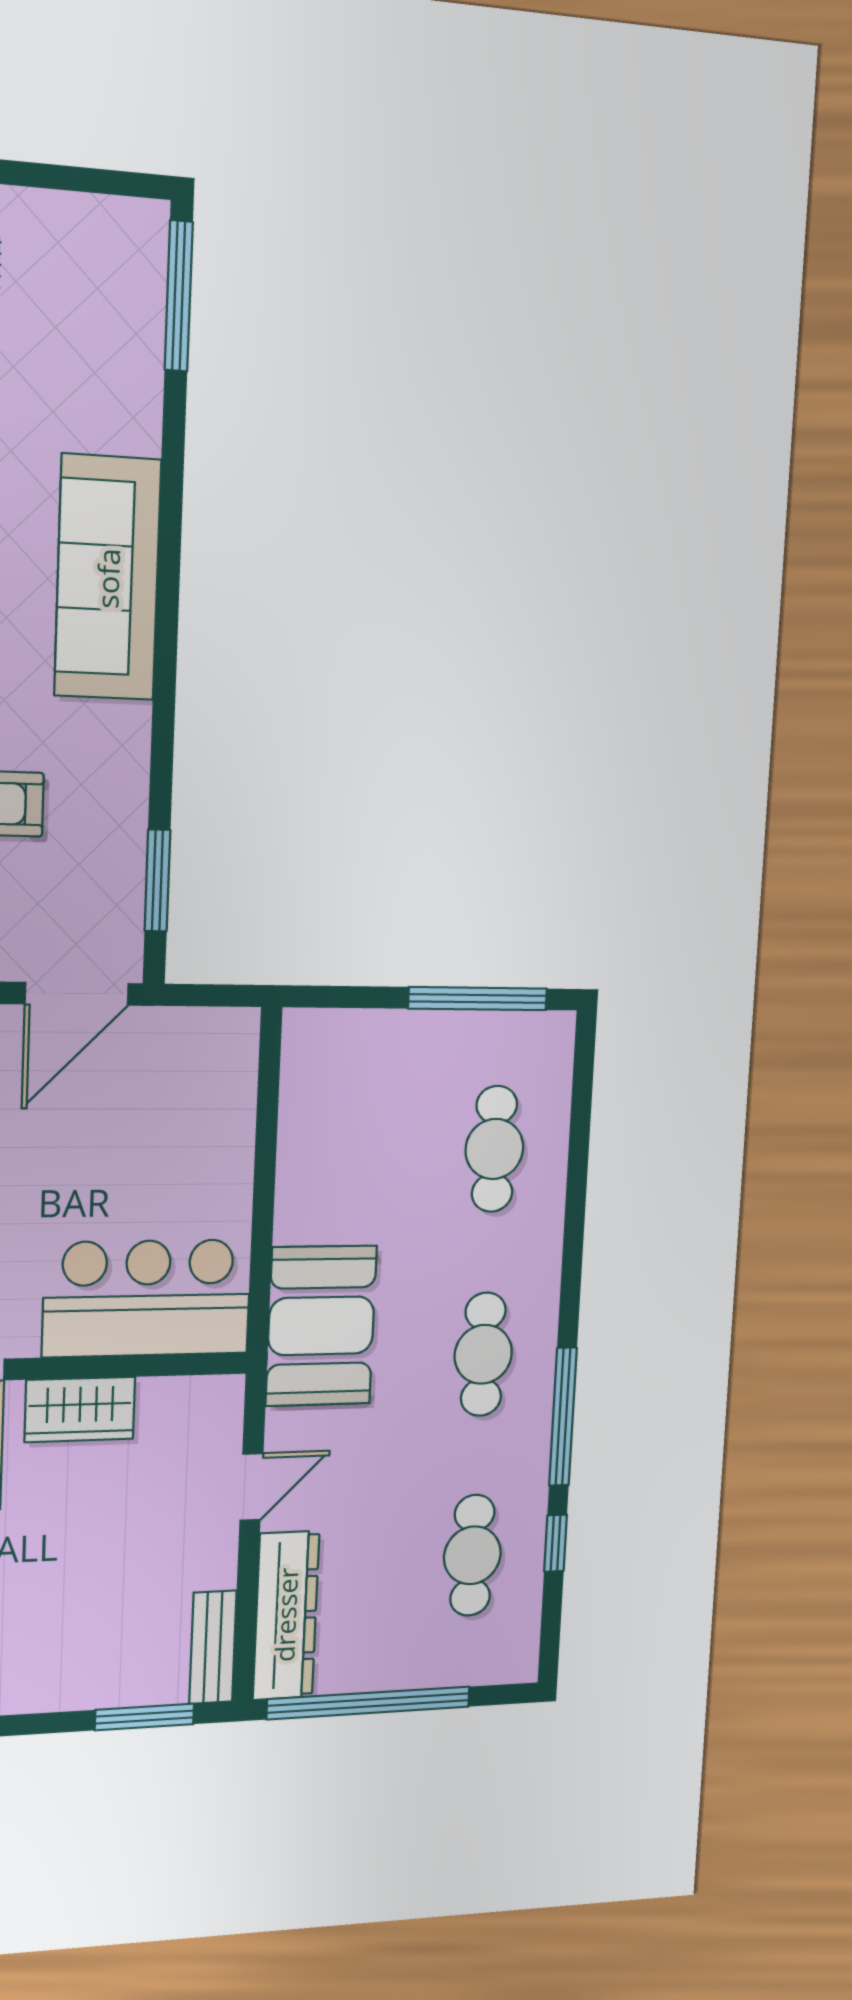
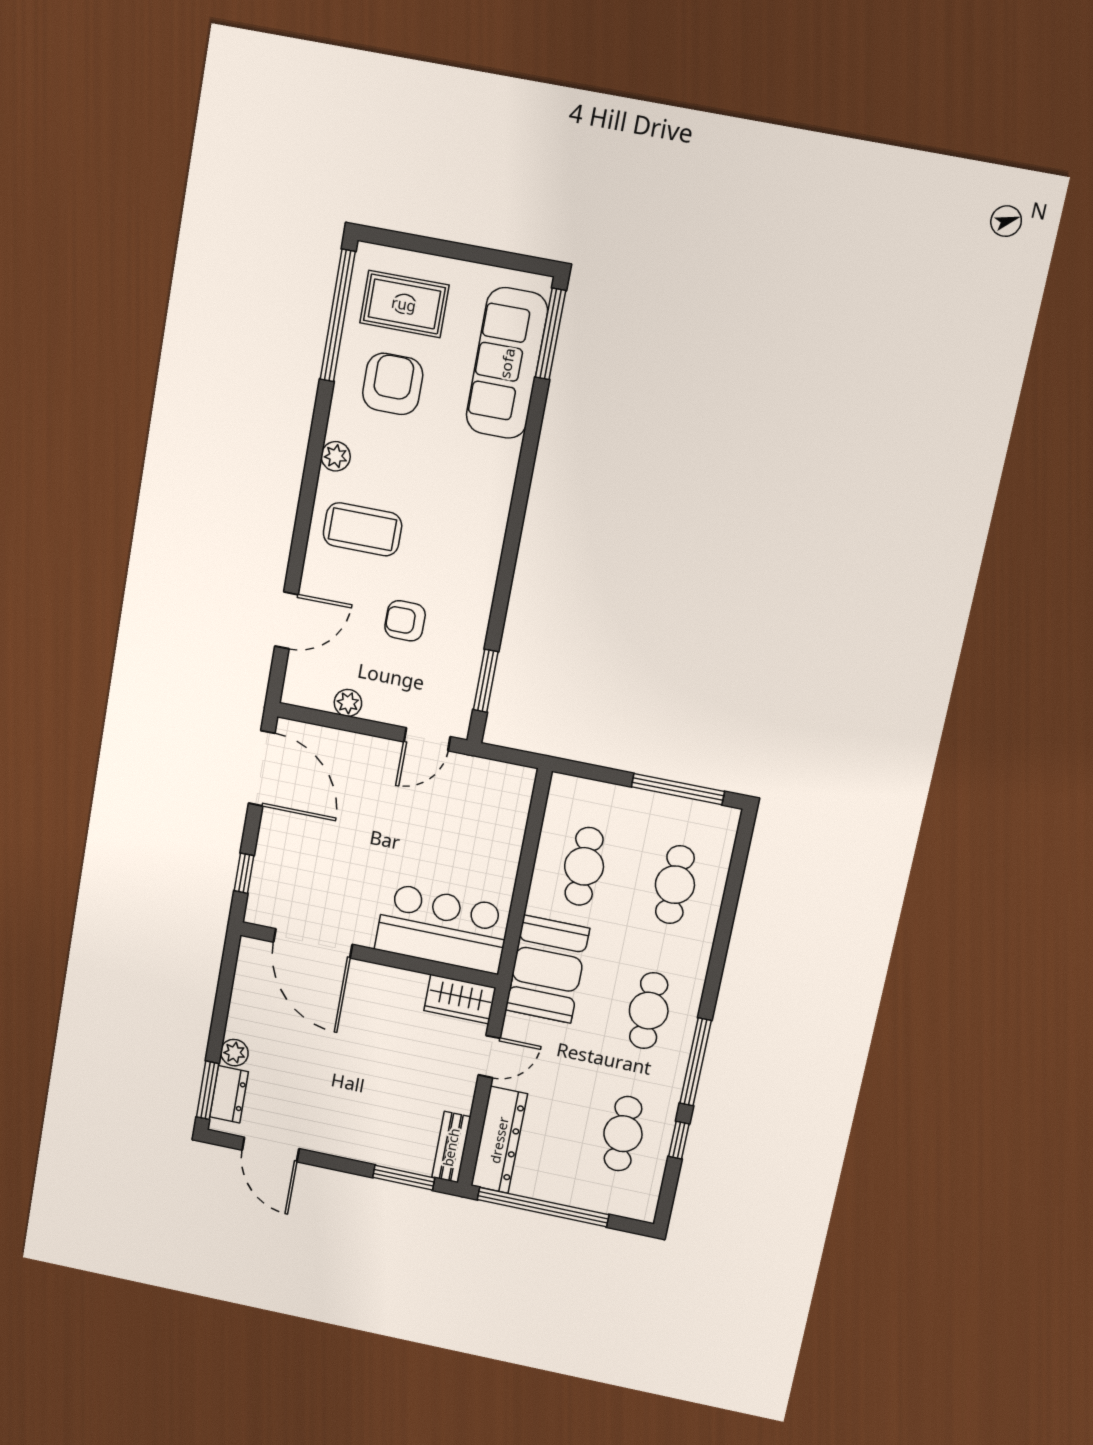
sofa: (108, 578) -> (507, 363), moved
door: (77, 994) -> (427, 739), width x0.73
cafe table: (354, 1150) -> (584, 866), added
wardrobe: (80, 1409) -> (460, 999), moved

